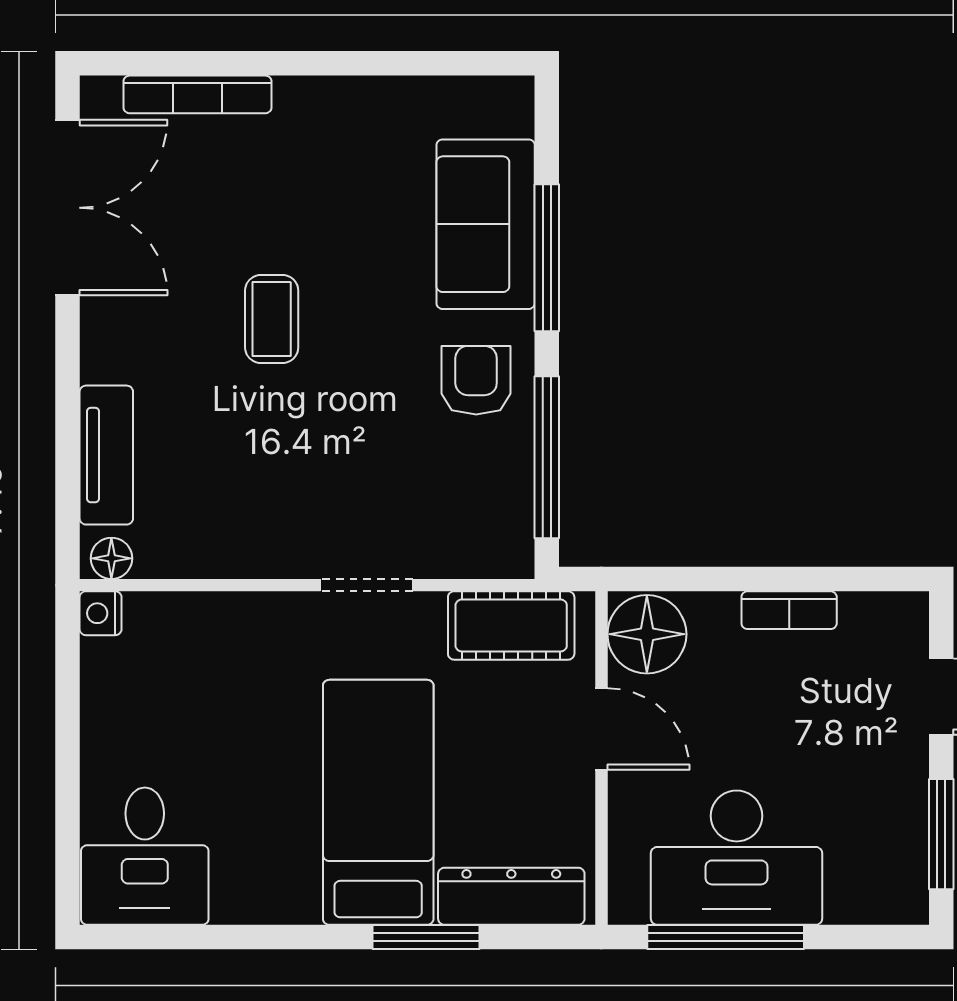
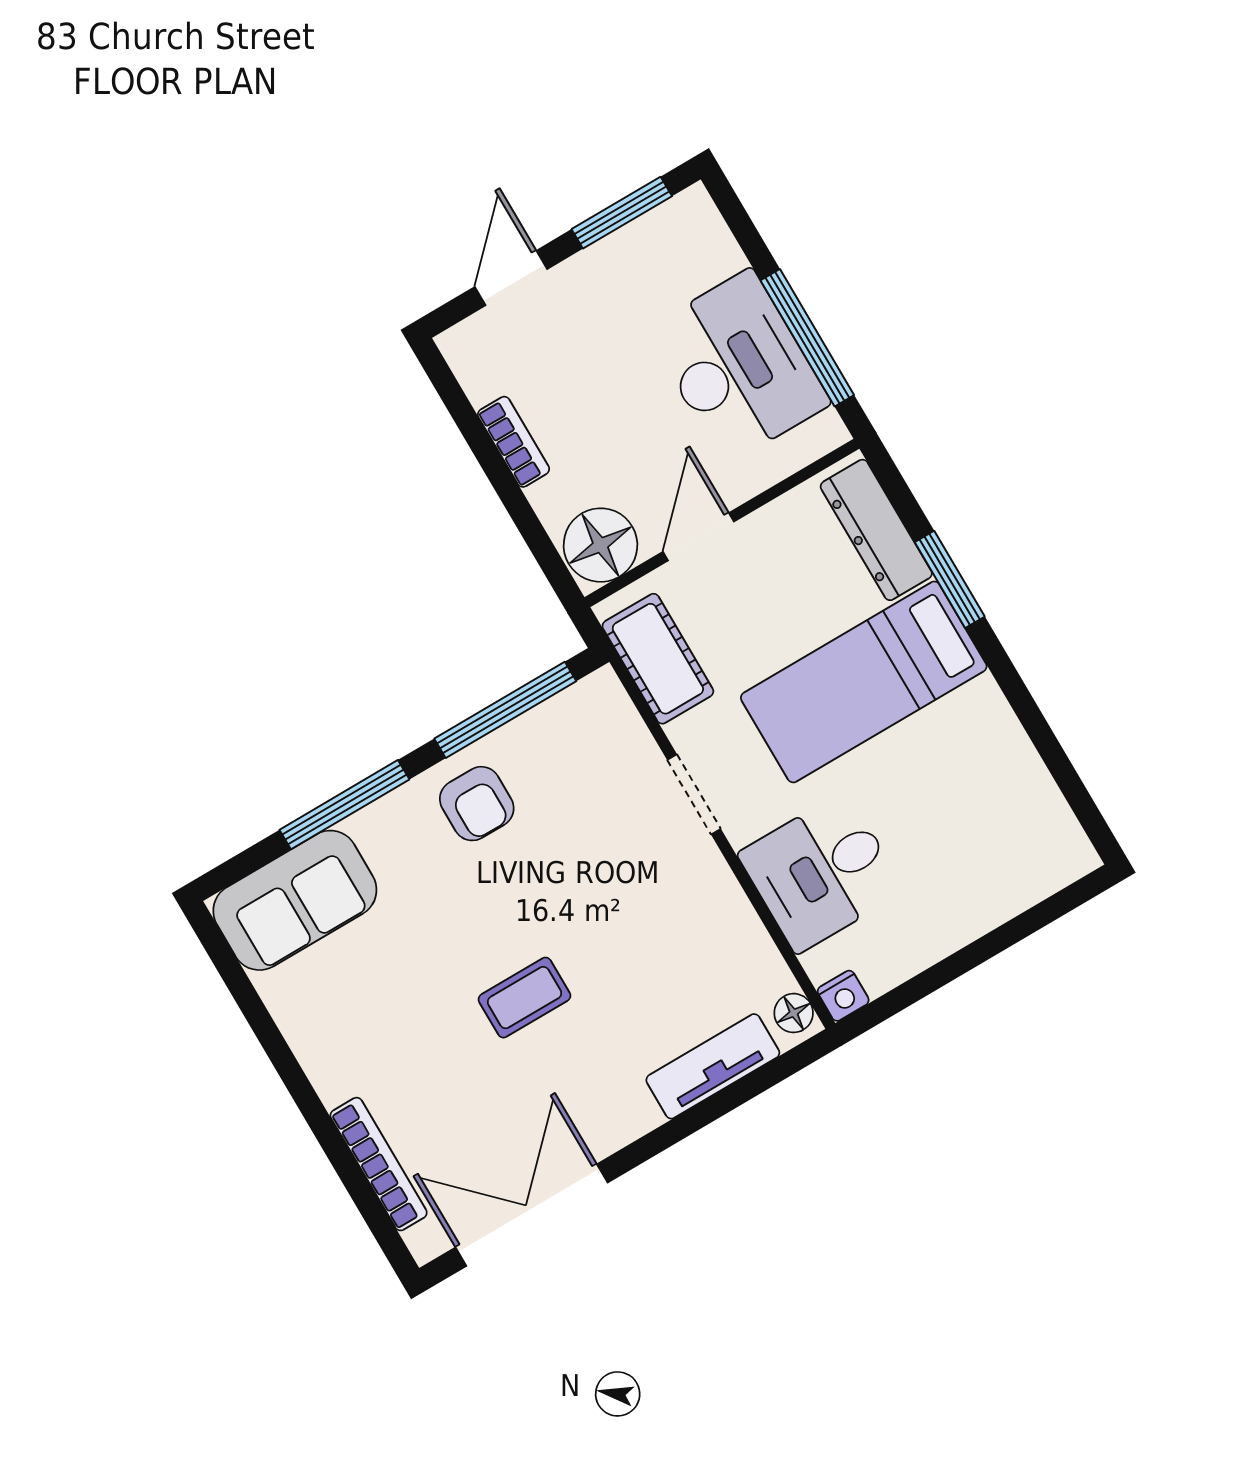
sofa: (486, 224) -> (295, 900), moved
armchair: (476, 380) -> (477, 804), turned -90
desk: (145, 856) -> (821, 872), moved, turned 180

